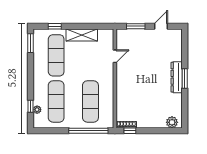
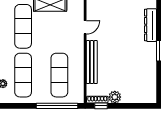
dresser: (177, 77) -> (150, 25), moved
bench: (121, 89) -> (92, 62), added
plant: (172, 122) -> (115, 97), moved

